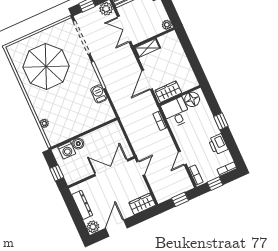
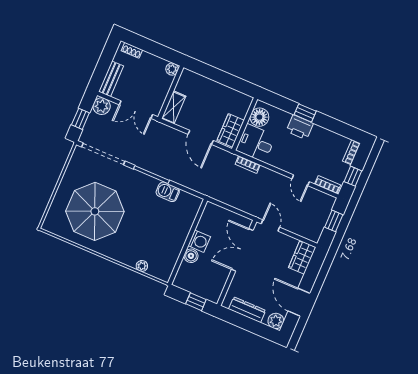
printer: (218, 144) -> (300, 127), moved
washing machine: (67, 150) -> (199, 241), moved

